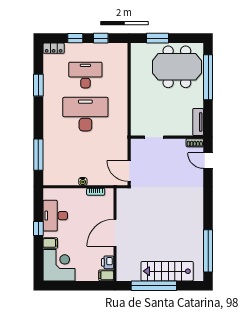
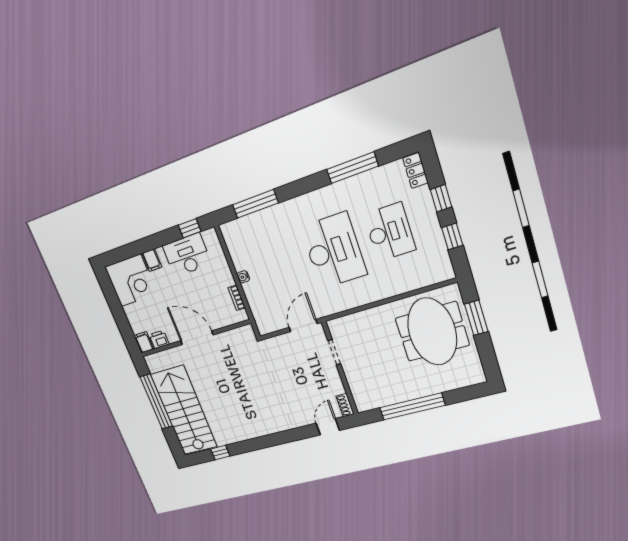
meeting table: (177, 67) -> (432, 332), moved
window: (208, 77) -> (412, 407), moved
window: (38, 85) -> (352, 168), width x1.44
tv unit: (198, 122) -> (374, 402), removed
door: (129, 171) -> (303, 326), moved
window: (38, 228) -> (190, 228), moved
window: (208, 251) -> (220, 452), width x0.32
stairs: (167, 271) -> (184, 411), width x1.36, depth x1.51

